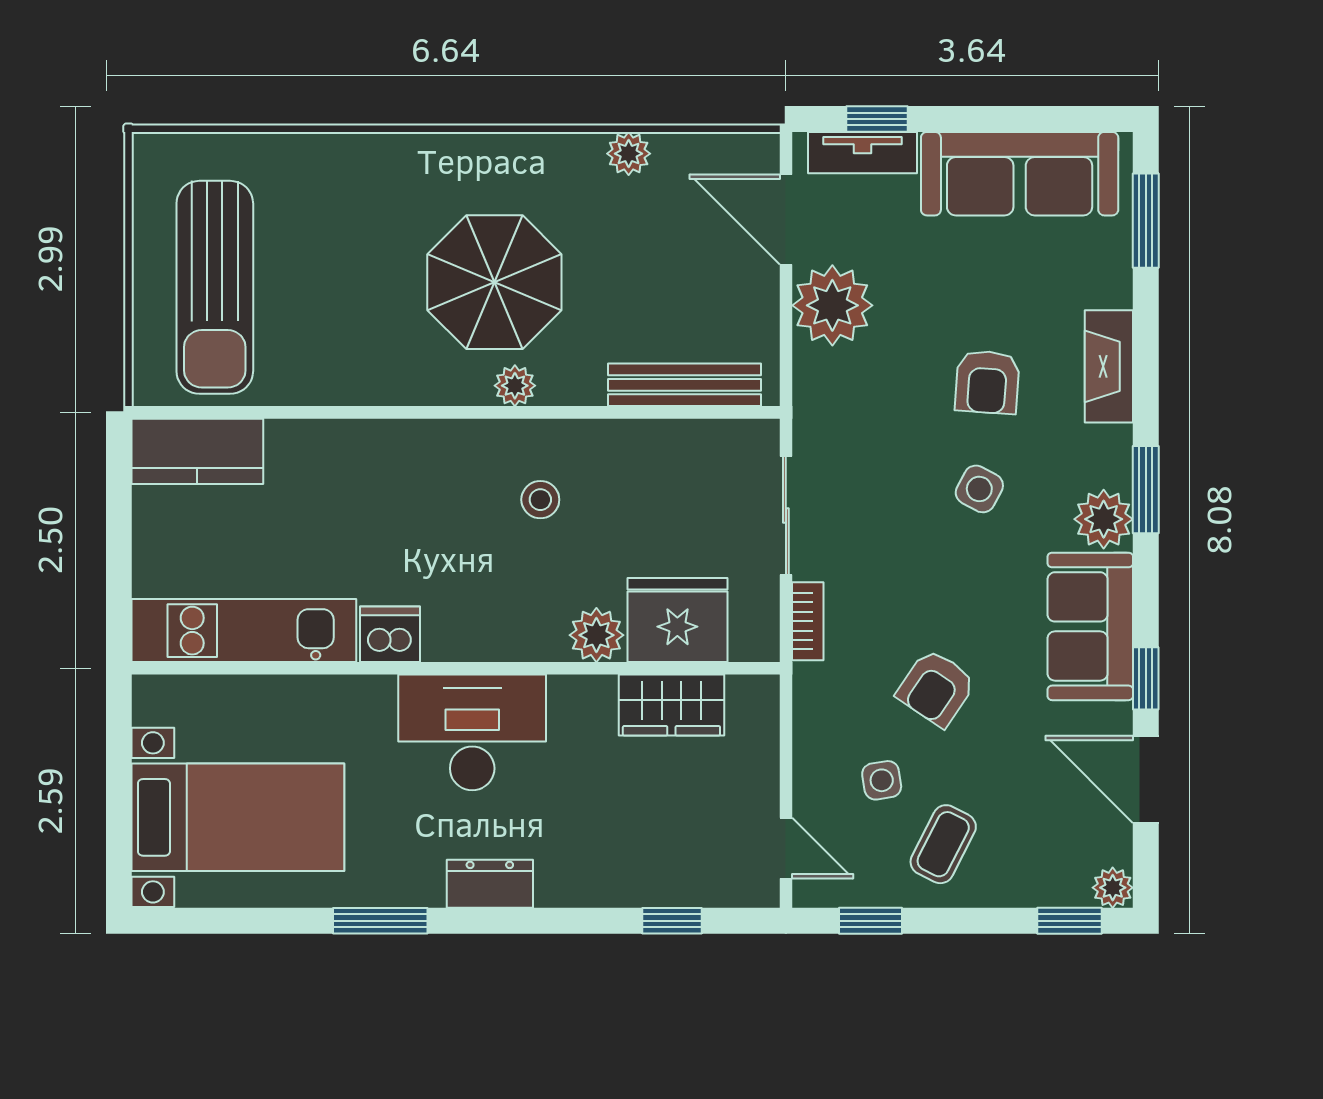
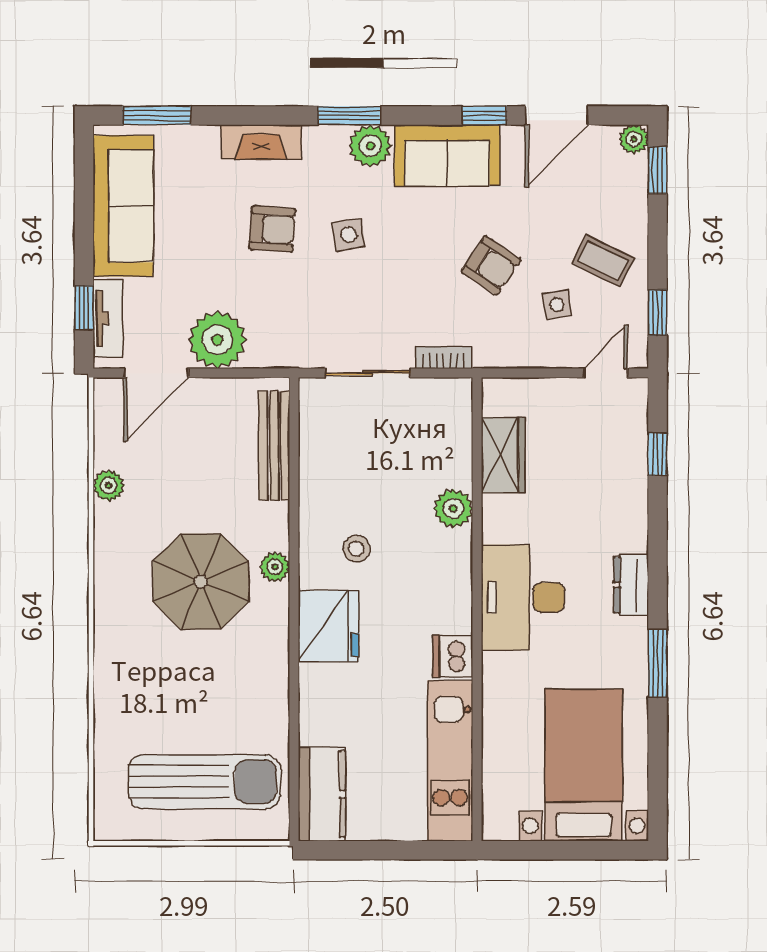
side table: (979, 489) -> (349, 235), turned -36
fridge: (677, 620) -> (328, 626), moved, turned 180

